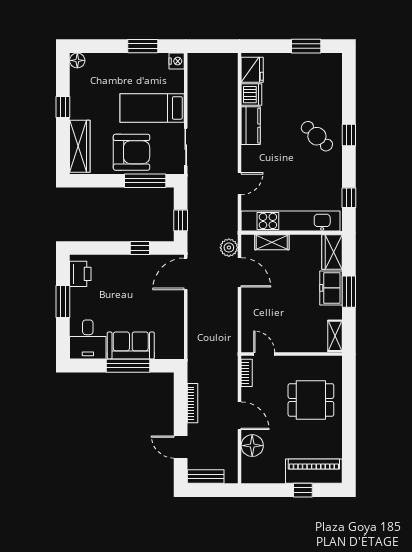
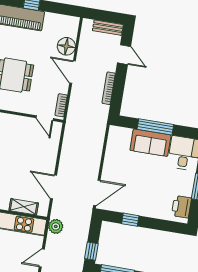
window: (181, 220) -> (91, 251), moved
plant: (229, 248) -> (56, 226), moved

